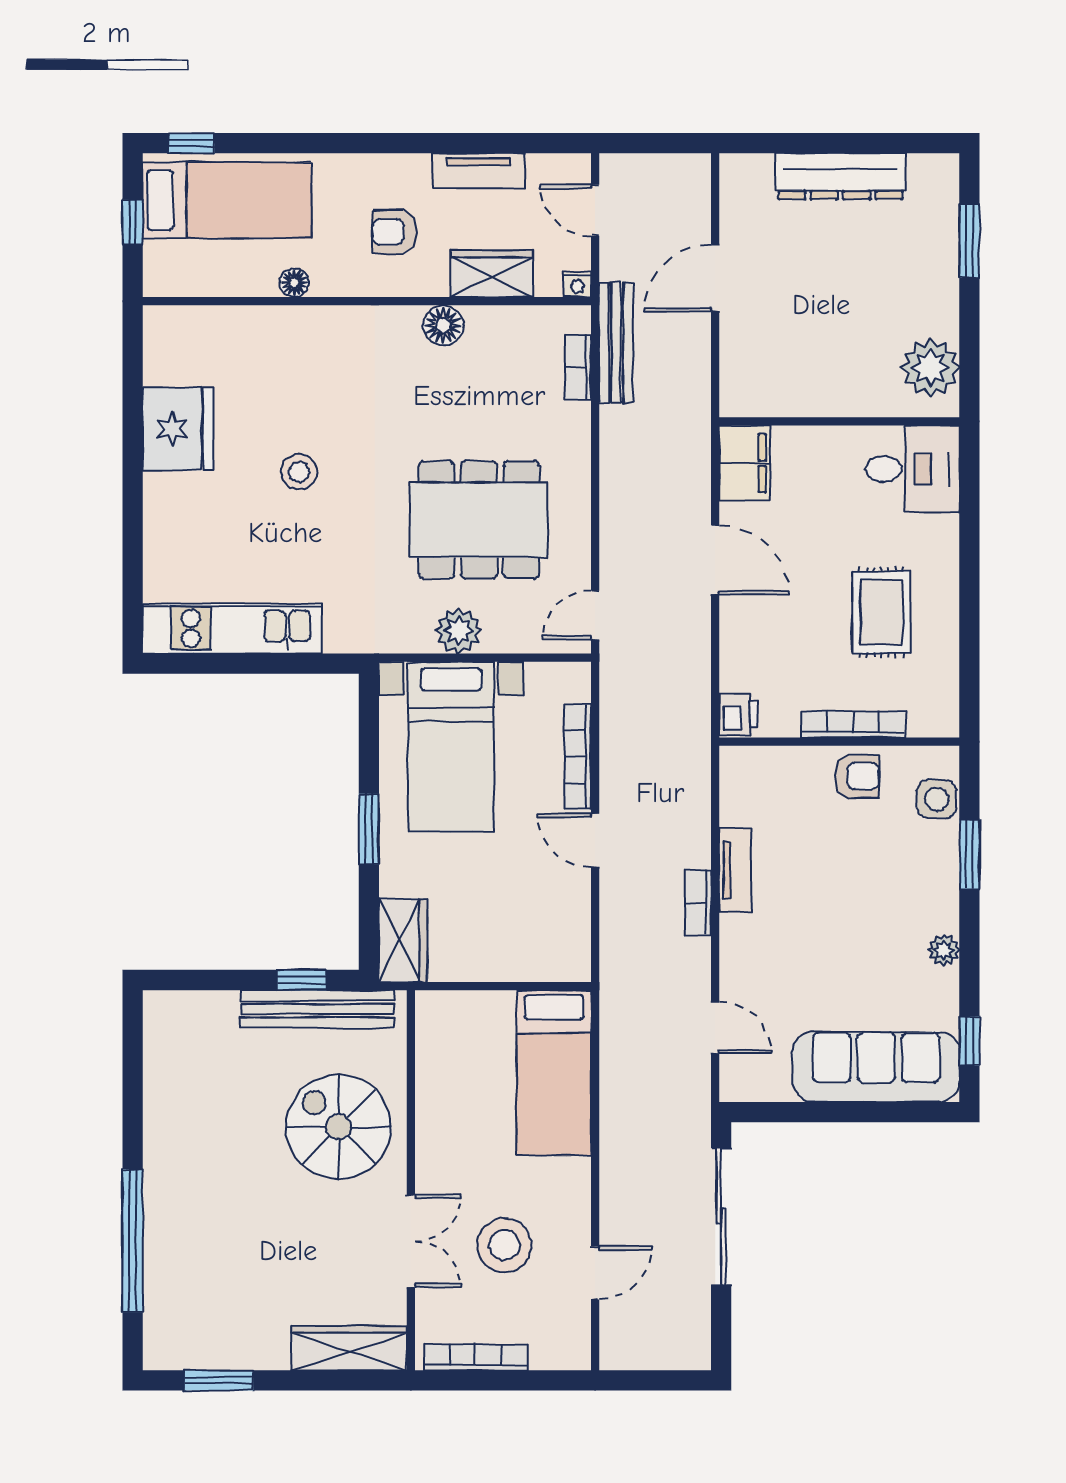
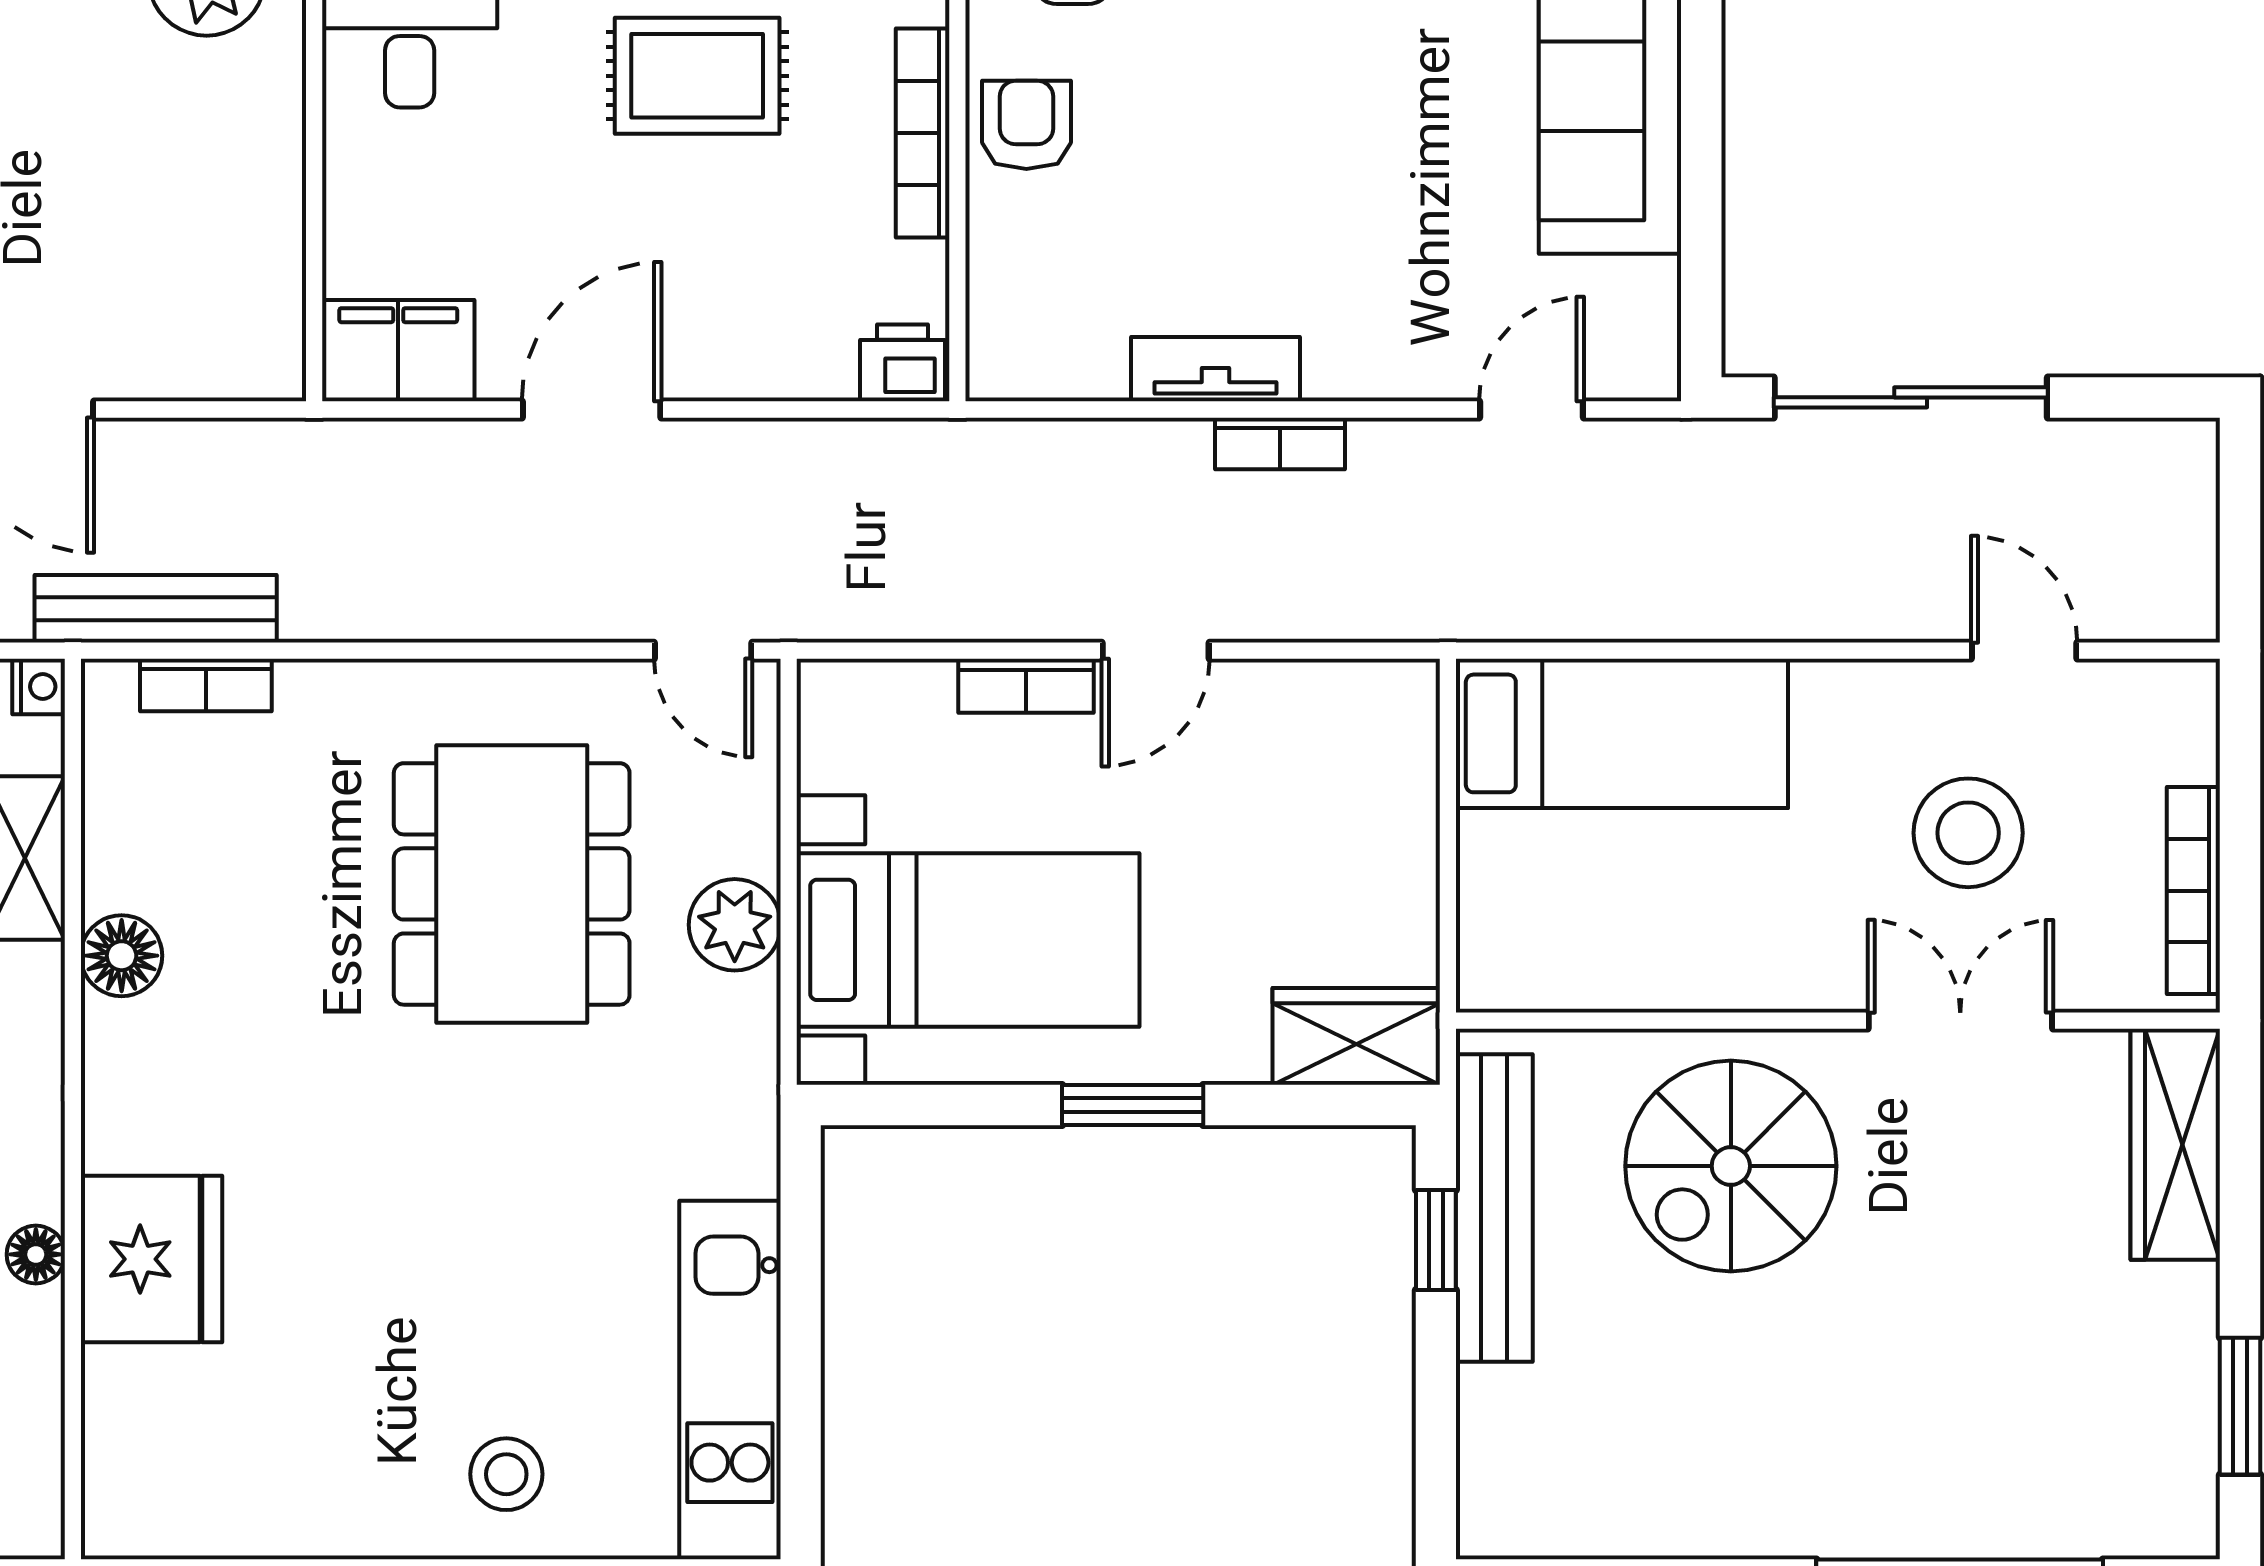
fridge: (178, 429) -> (152, 1259), moved, turned 90
stool: (299, 472) -> (506, 1474), moved
bookcase: (578, 757) -> (1026, 686), width x0.64

